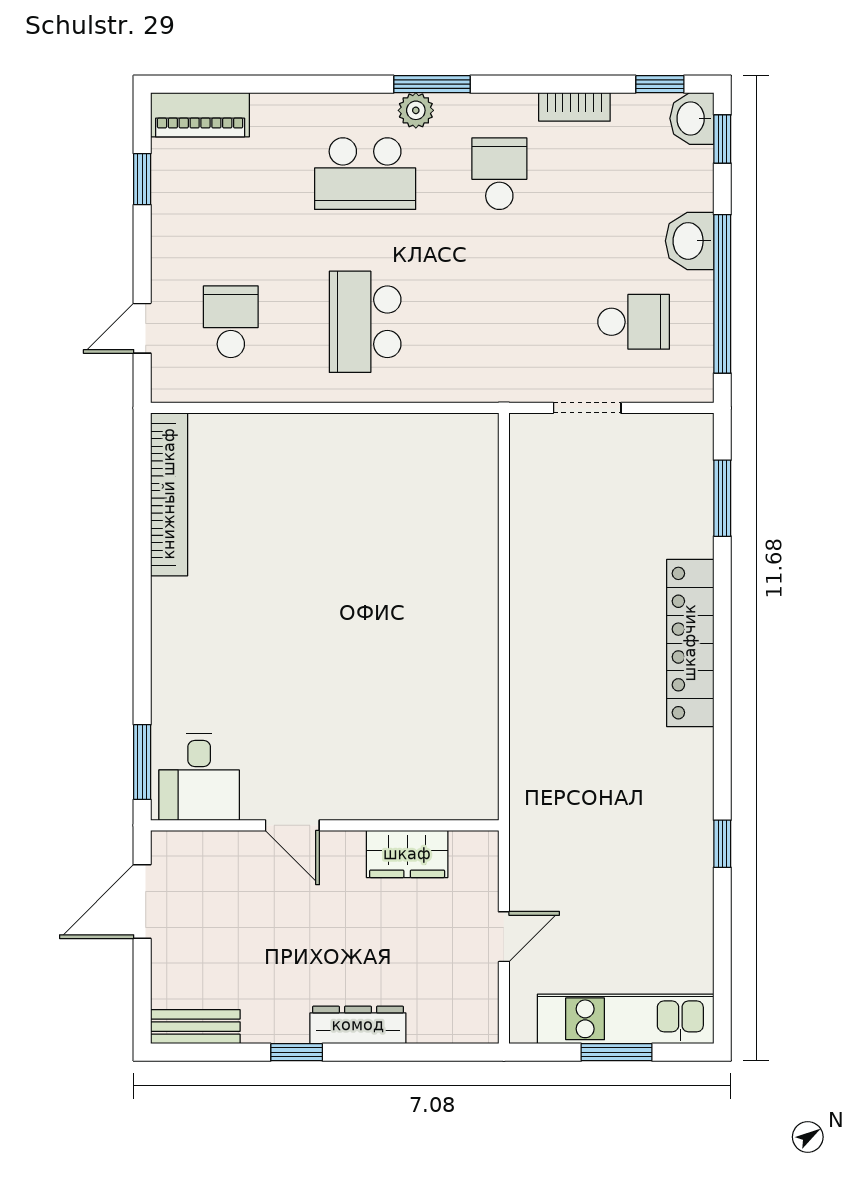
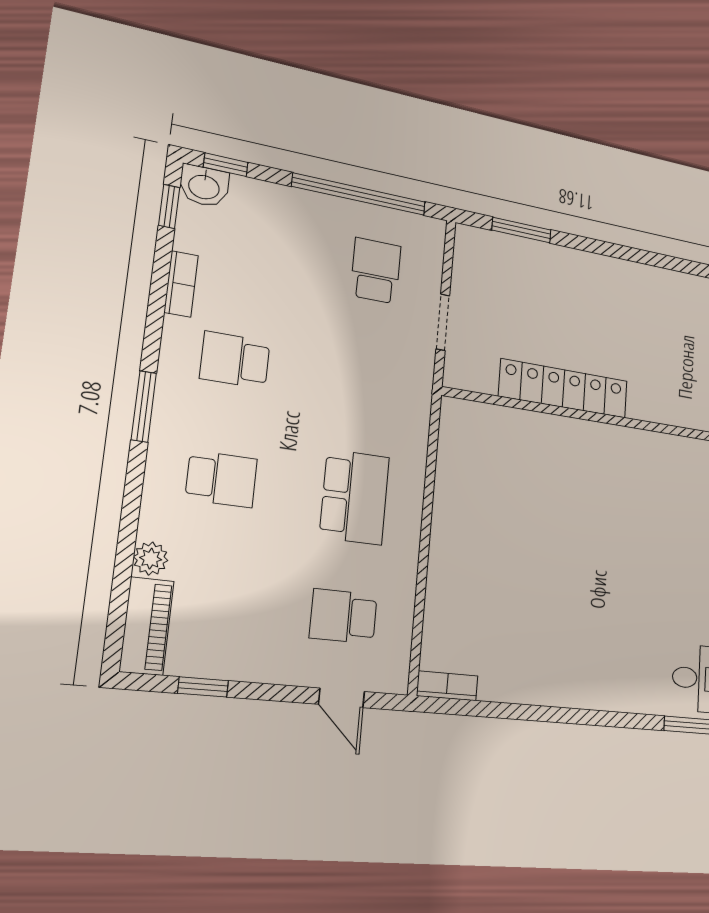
plant: (416, 110) -> (151, 559), moved
school desk: (365, 174) -> (221, 479), width x0.54
washbasin: (690, 241) -> (312, 211), removed
school desk: (365, 322) -> (355, 497), turned -90
bookcase: (169, 494) -> (447, 686), width x0.43, depth x0.76
locker: (690, 643) -> (564, 389), moved, turned 180

